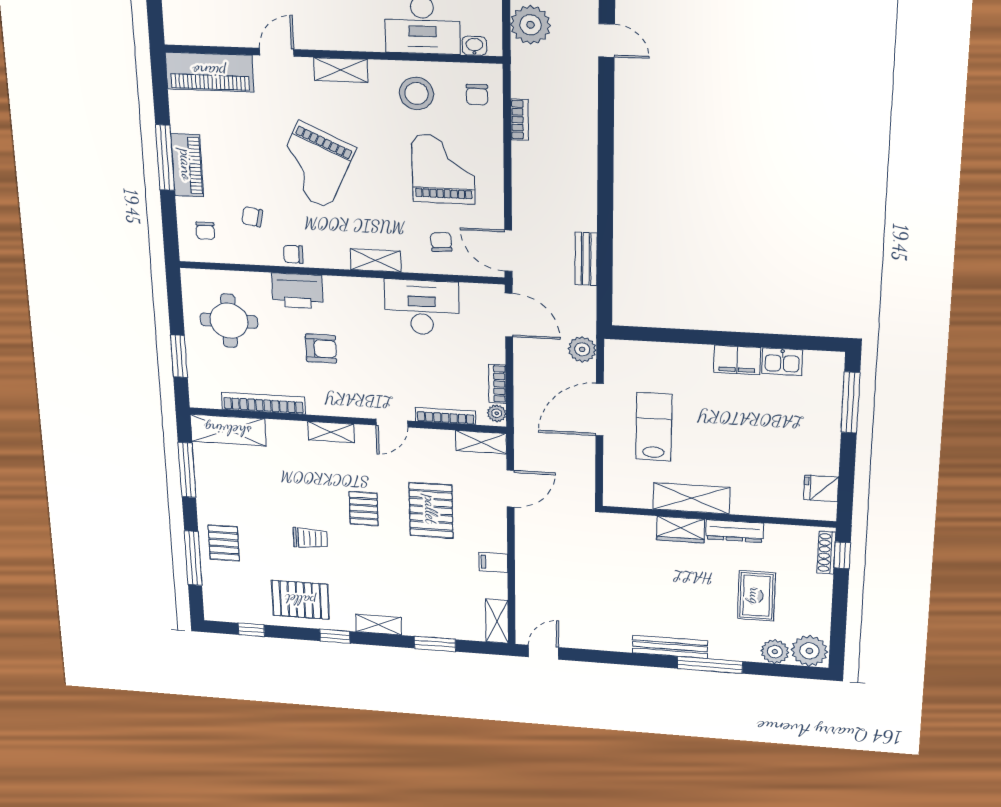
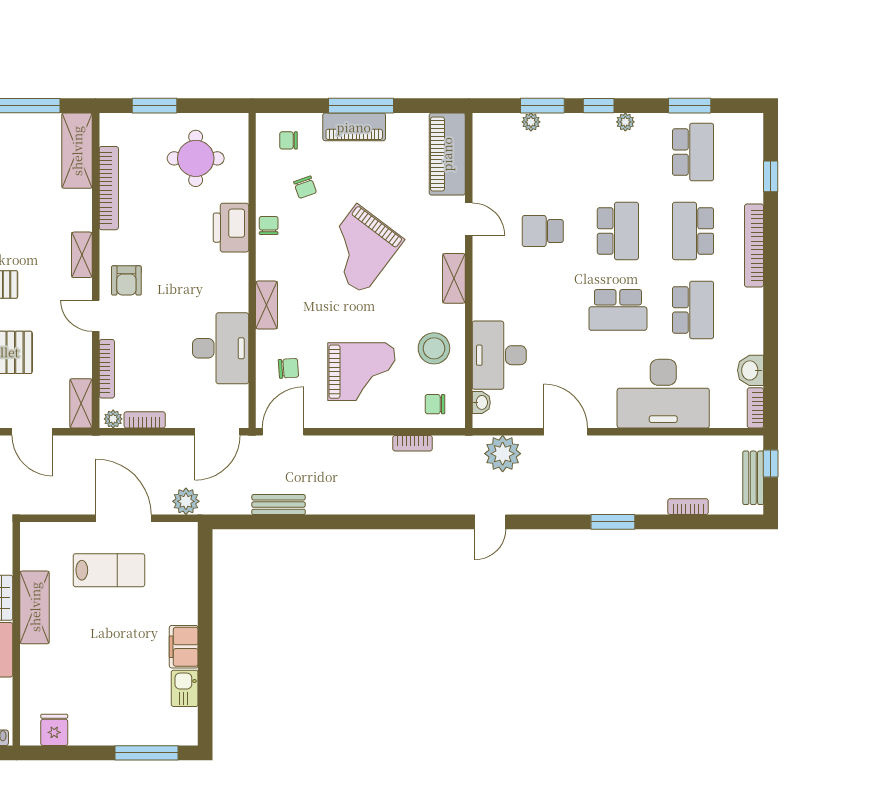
grand piano: (314, 165) -> (360, 249), turned -78
chair: (252, 217) -> (305, 187), turned 151
armchair: (321, 349) -> (126, 280), moved

